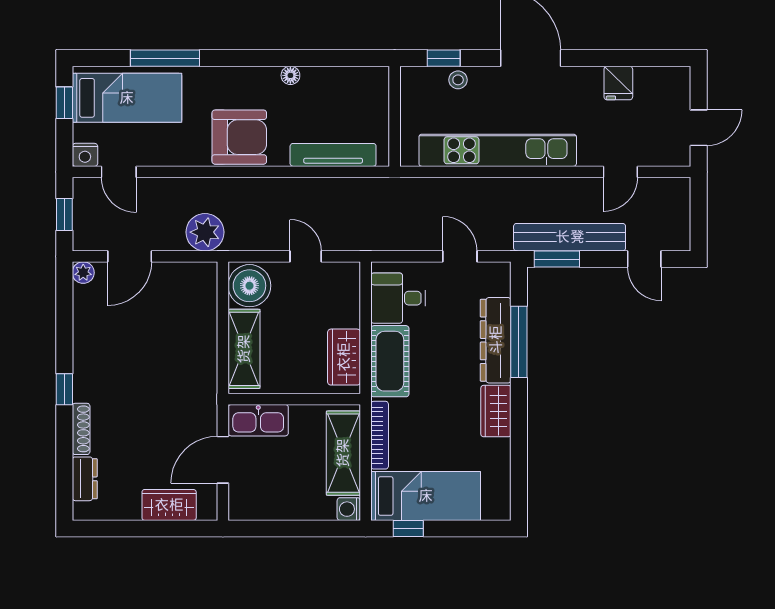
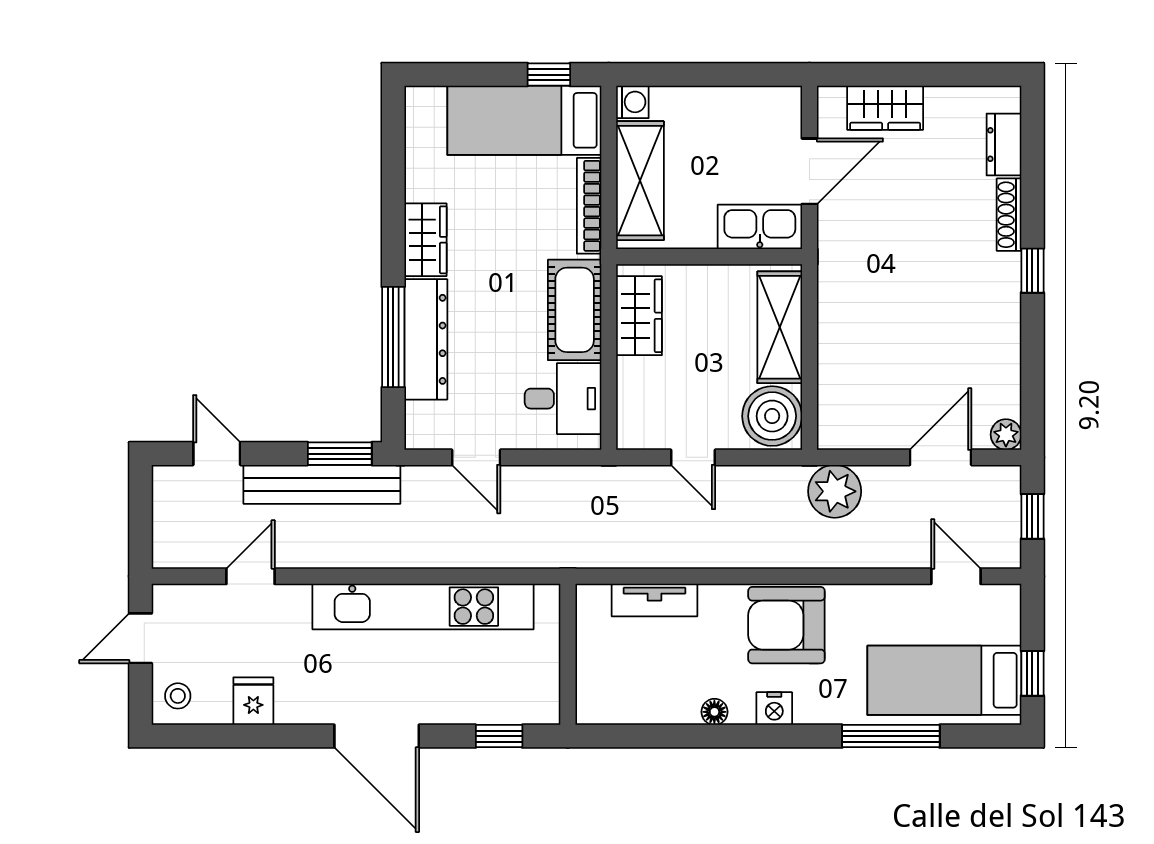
stool: (458, 80) -> (178, 696), moved
nightstand: (85, 155) -> (774, 709), moved, turned 180
tv unit: (333, 155) -> (654, 600), width x0.71

